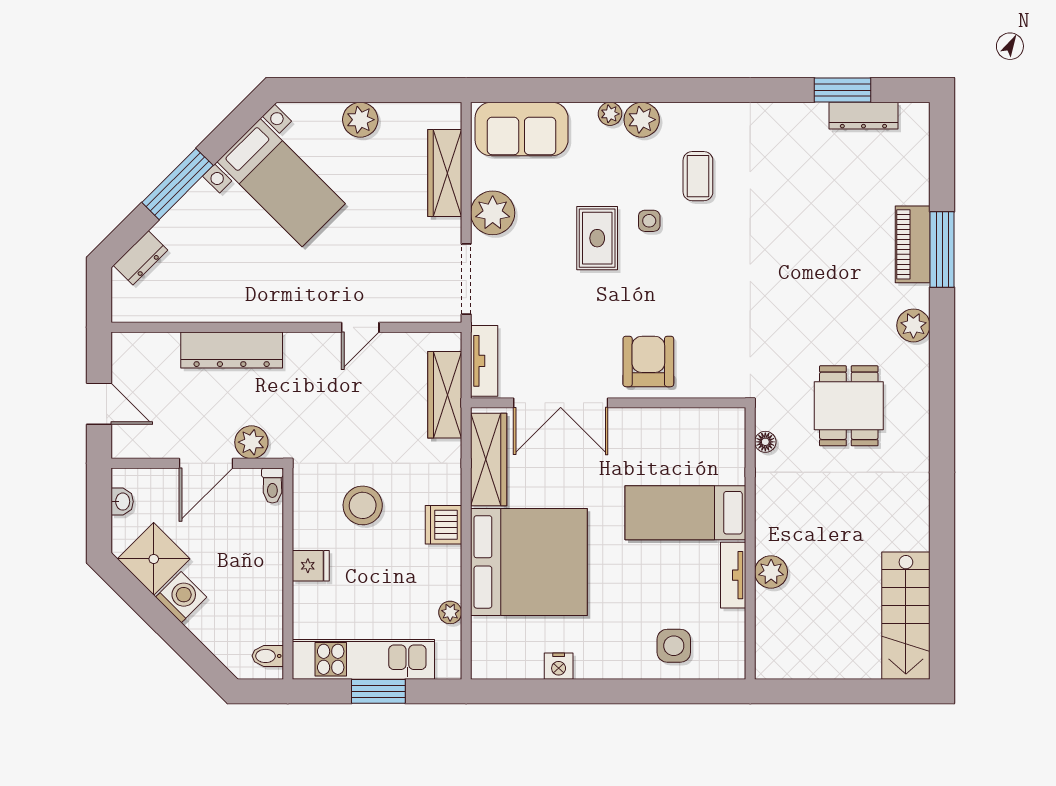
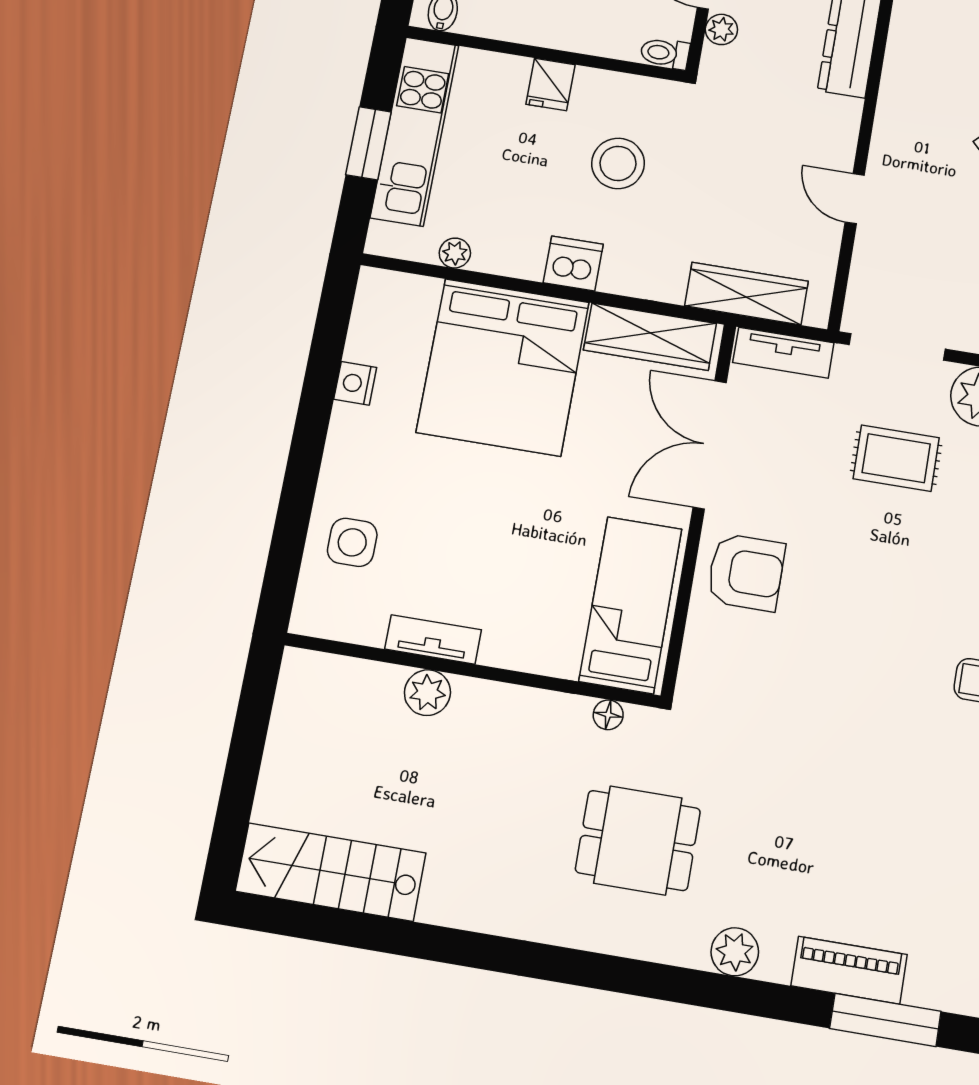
side table: (649, 221) -> (938, 605), removed
rug: (597, 238) -> (896, 458), moved
window: (942, 249) -> (885, 1020), moved
plant: (251, 442) -> (721, 29), width x0.73, depth x0.73
bed: (685, 513) -> (630, 605), moved

